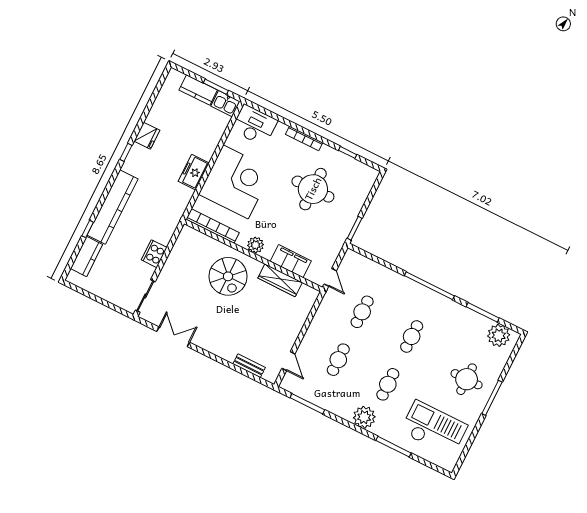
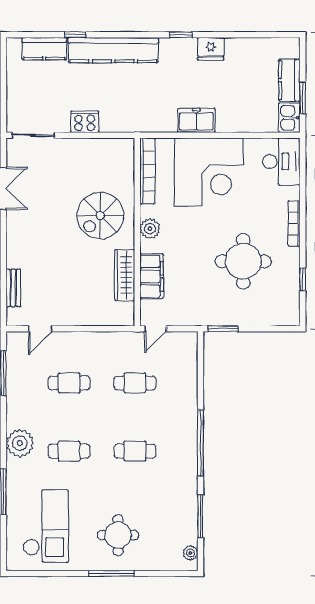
plant: (499, 335) -> (190, 553), width x0.53, depth x0.53

